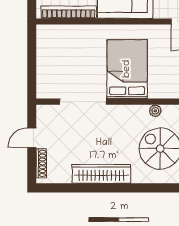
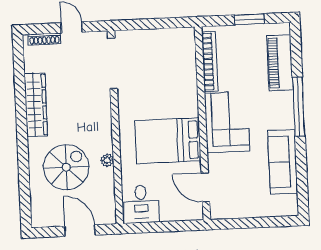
bed: (127, 69) -> (168, 141), moved, turned 180
doorway: (83, 102) -> (113, 63), moved

